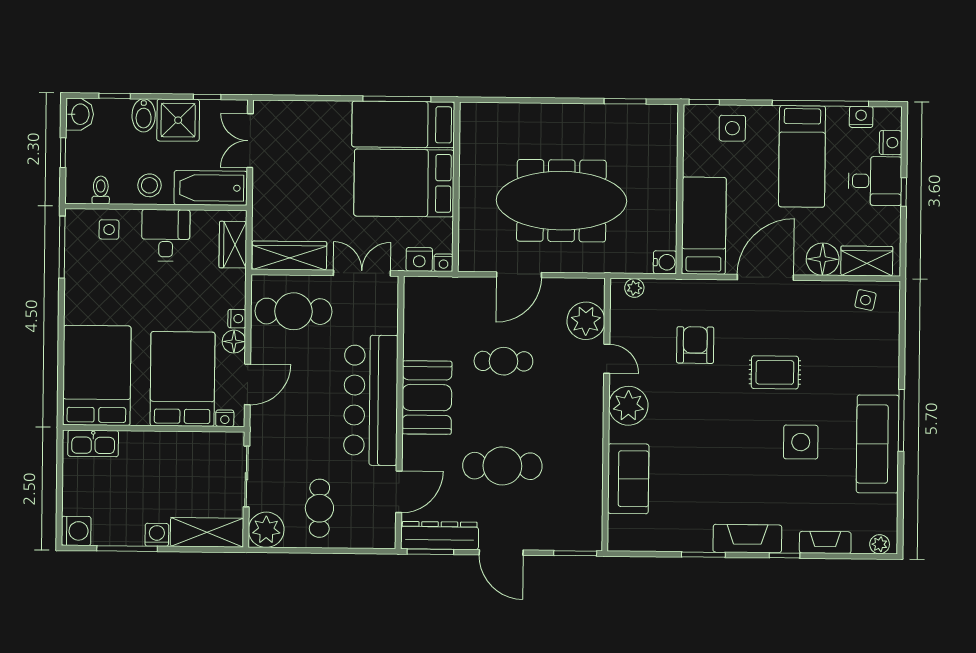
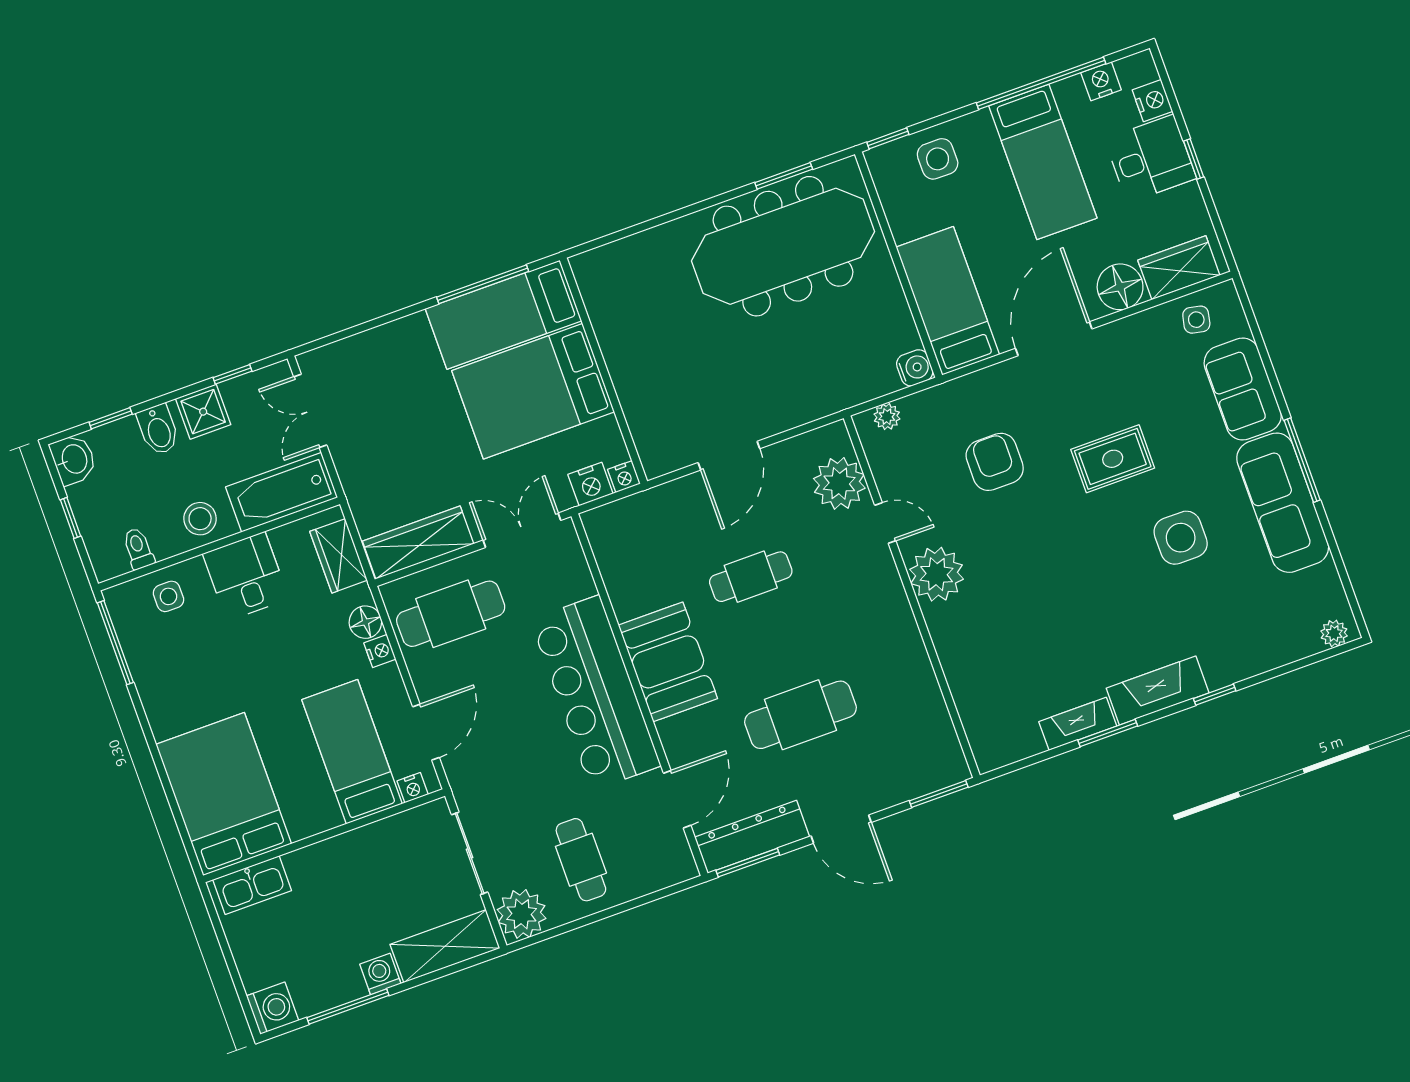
shower: (178, 120) -> (203, 412), width x0.73, depth x0.73
meeting table: (561, 201) -> (783, 246), moved
floor lamp: (234, 342) -> (365, 622), moved
bed: (182, 379) -> (352, 752), width x0.67
sofa: (628, 479) -> (1243, 389), moved, turned 180
fireplace: (825, 542) -> (1078, 724), moved

